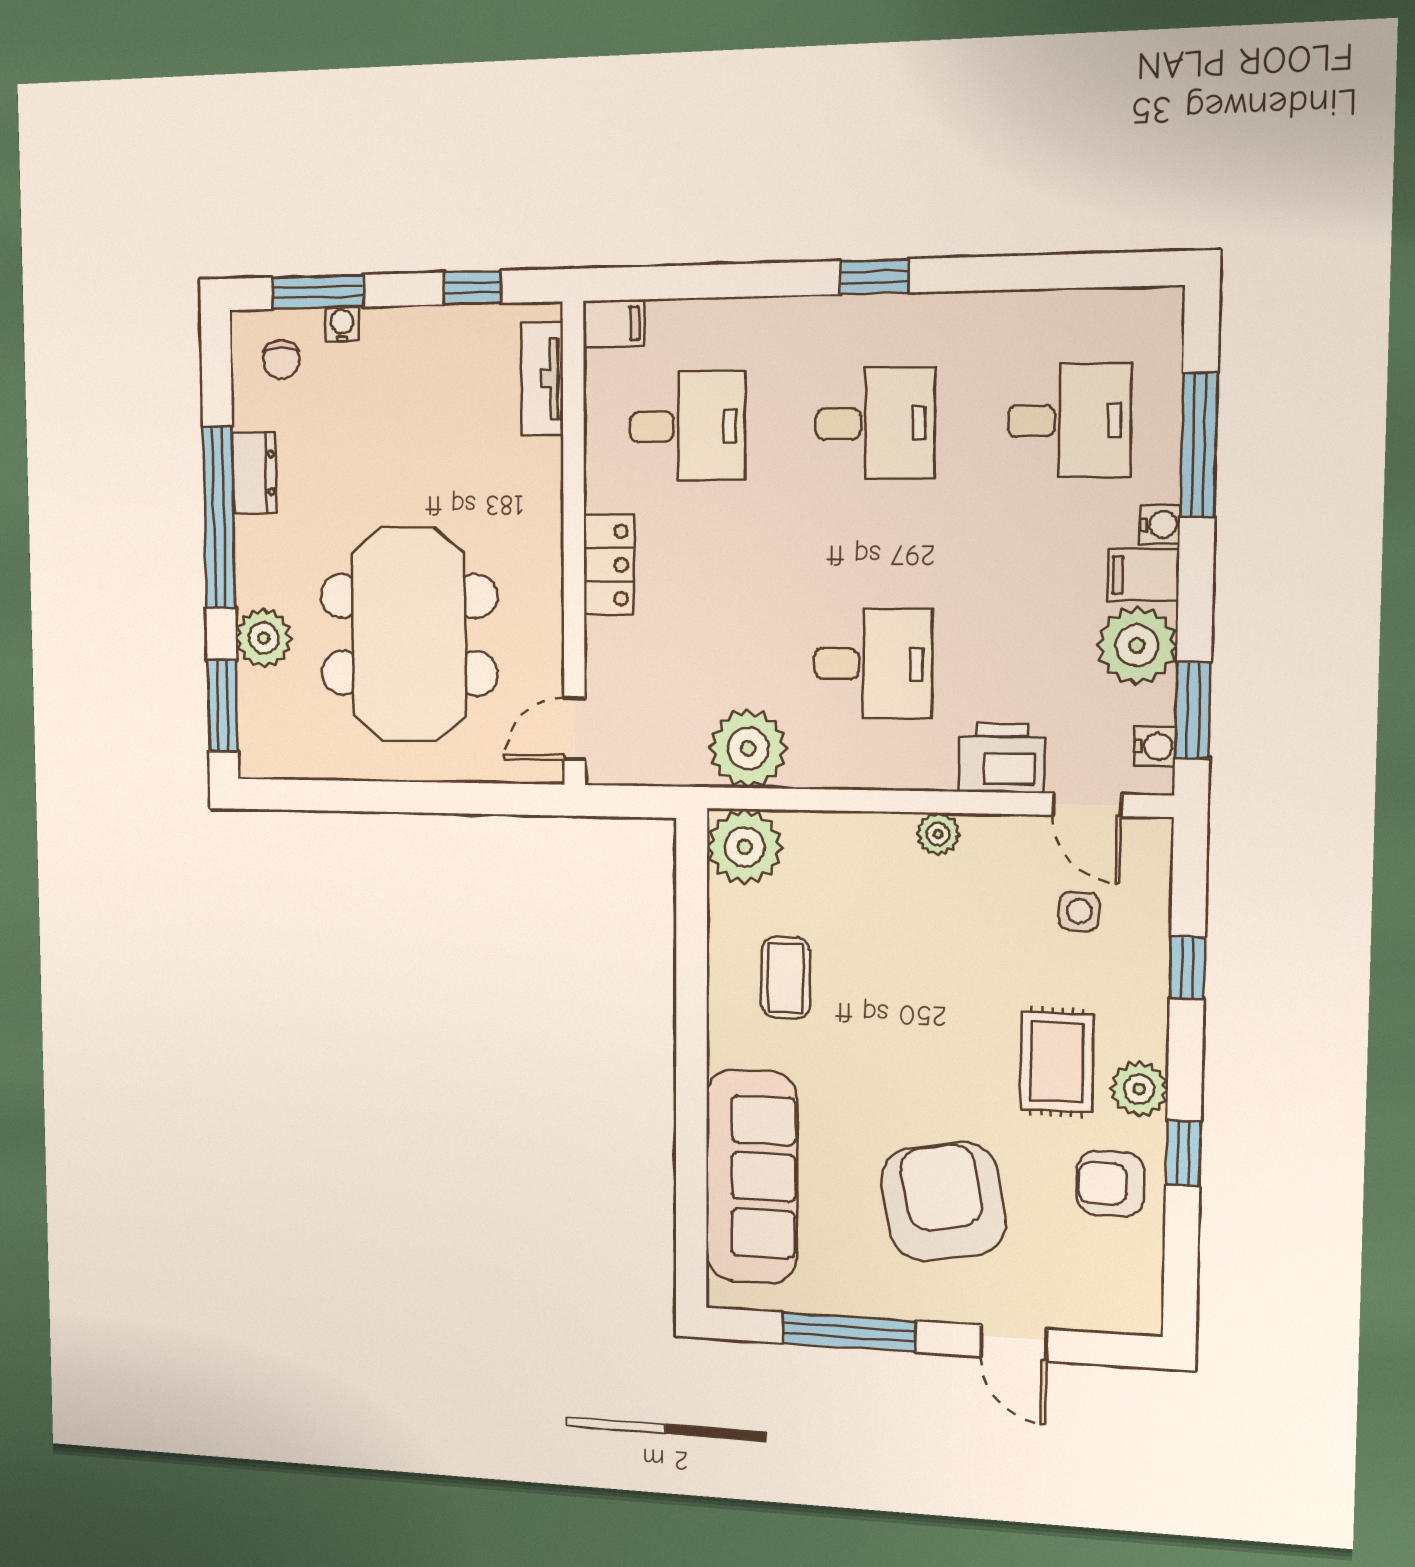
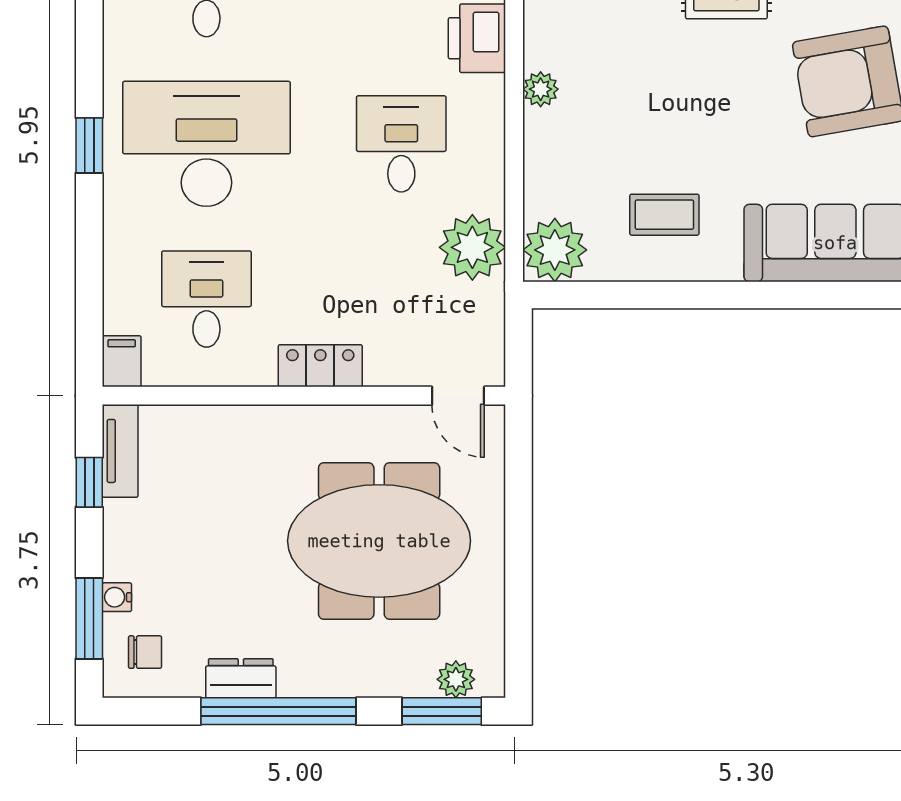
tv unit: (542, 379) -> (120, 451), moved, turned -90
desk: (875, 423) -> (206, 144), width x1.87, depth x1.30
plant: (264, 638) -> (456, 679), moved, width x0.73, depth x0.73

